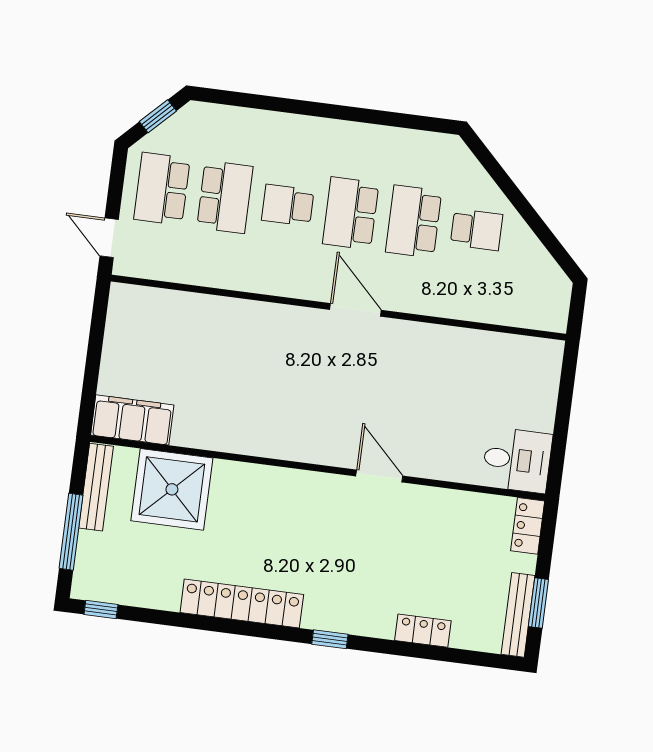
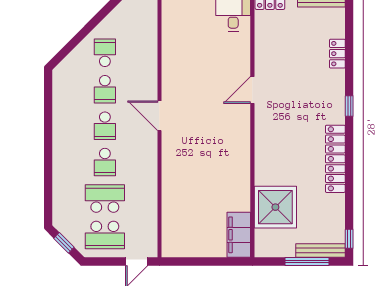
school desk: (351, 213) -> (105, 126), width x0.54
school desk: (414, 222) -> (105, 89), width x0.54
door: (356, 310) -> (159, 116), hinge flipped
bench: (96, 487) -> (320, 251), moved

